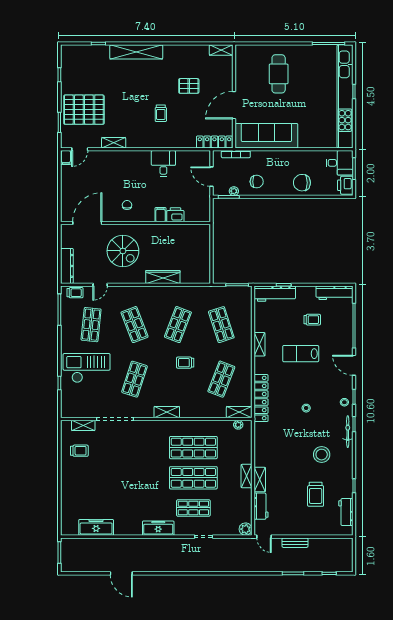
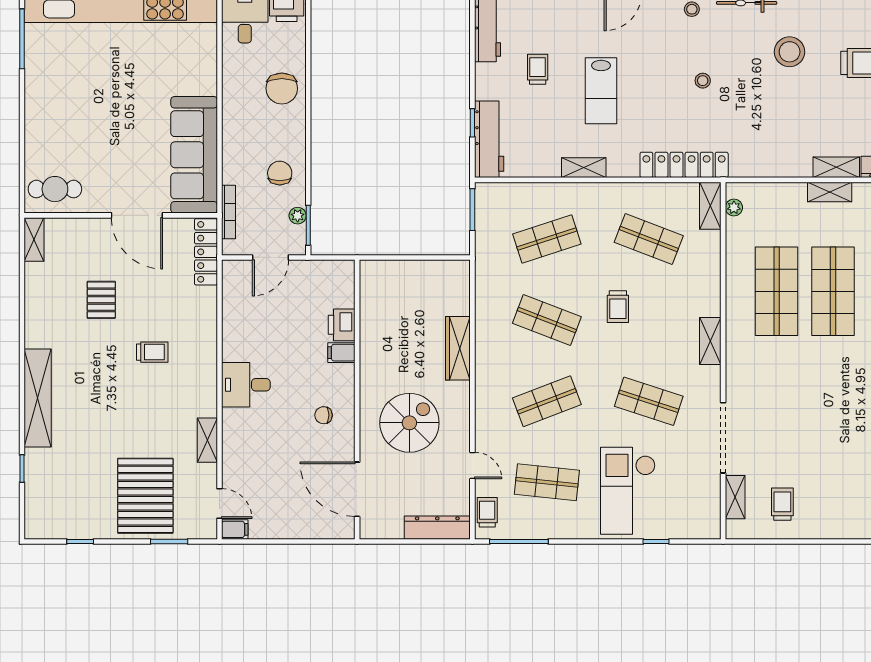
cafe table: (279, 74) -> (55, 189), moved, width x0.73, depth x0.74
desk: (163, 163) -> (246, 385), moved

